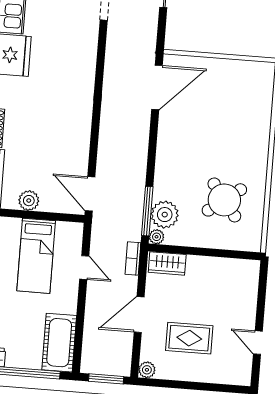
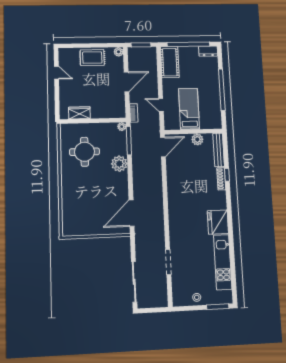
door: (90, 194) -> (163, 147), hinge flipped
round table: (224, 200) -> (84, 152), turned 37
plant: (165, 215) -> (119, 164), moved
wardrobe: (167, 263) -> (79, 113), moved
rug: (189, 338) -> (92, 58), moved

